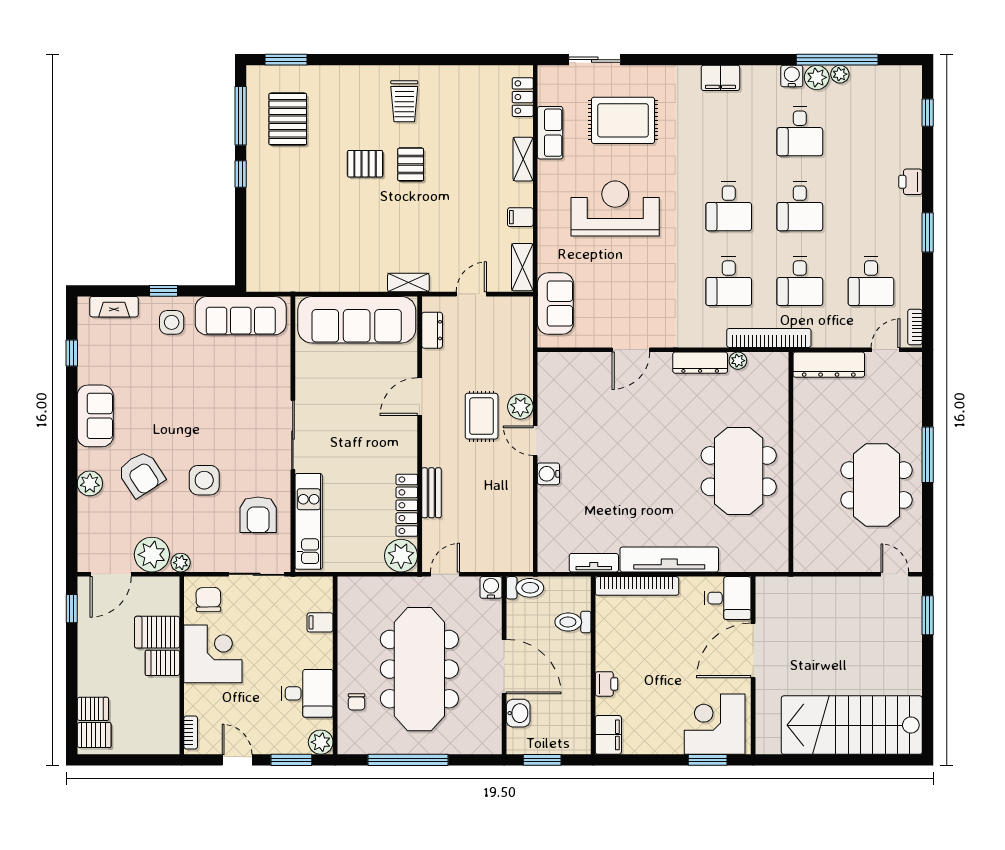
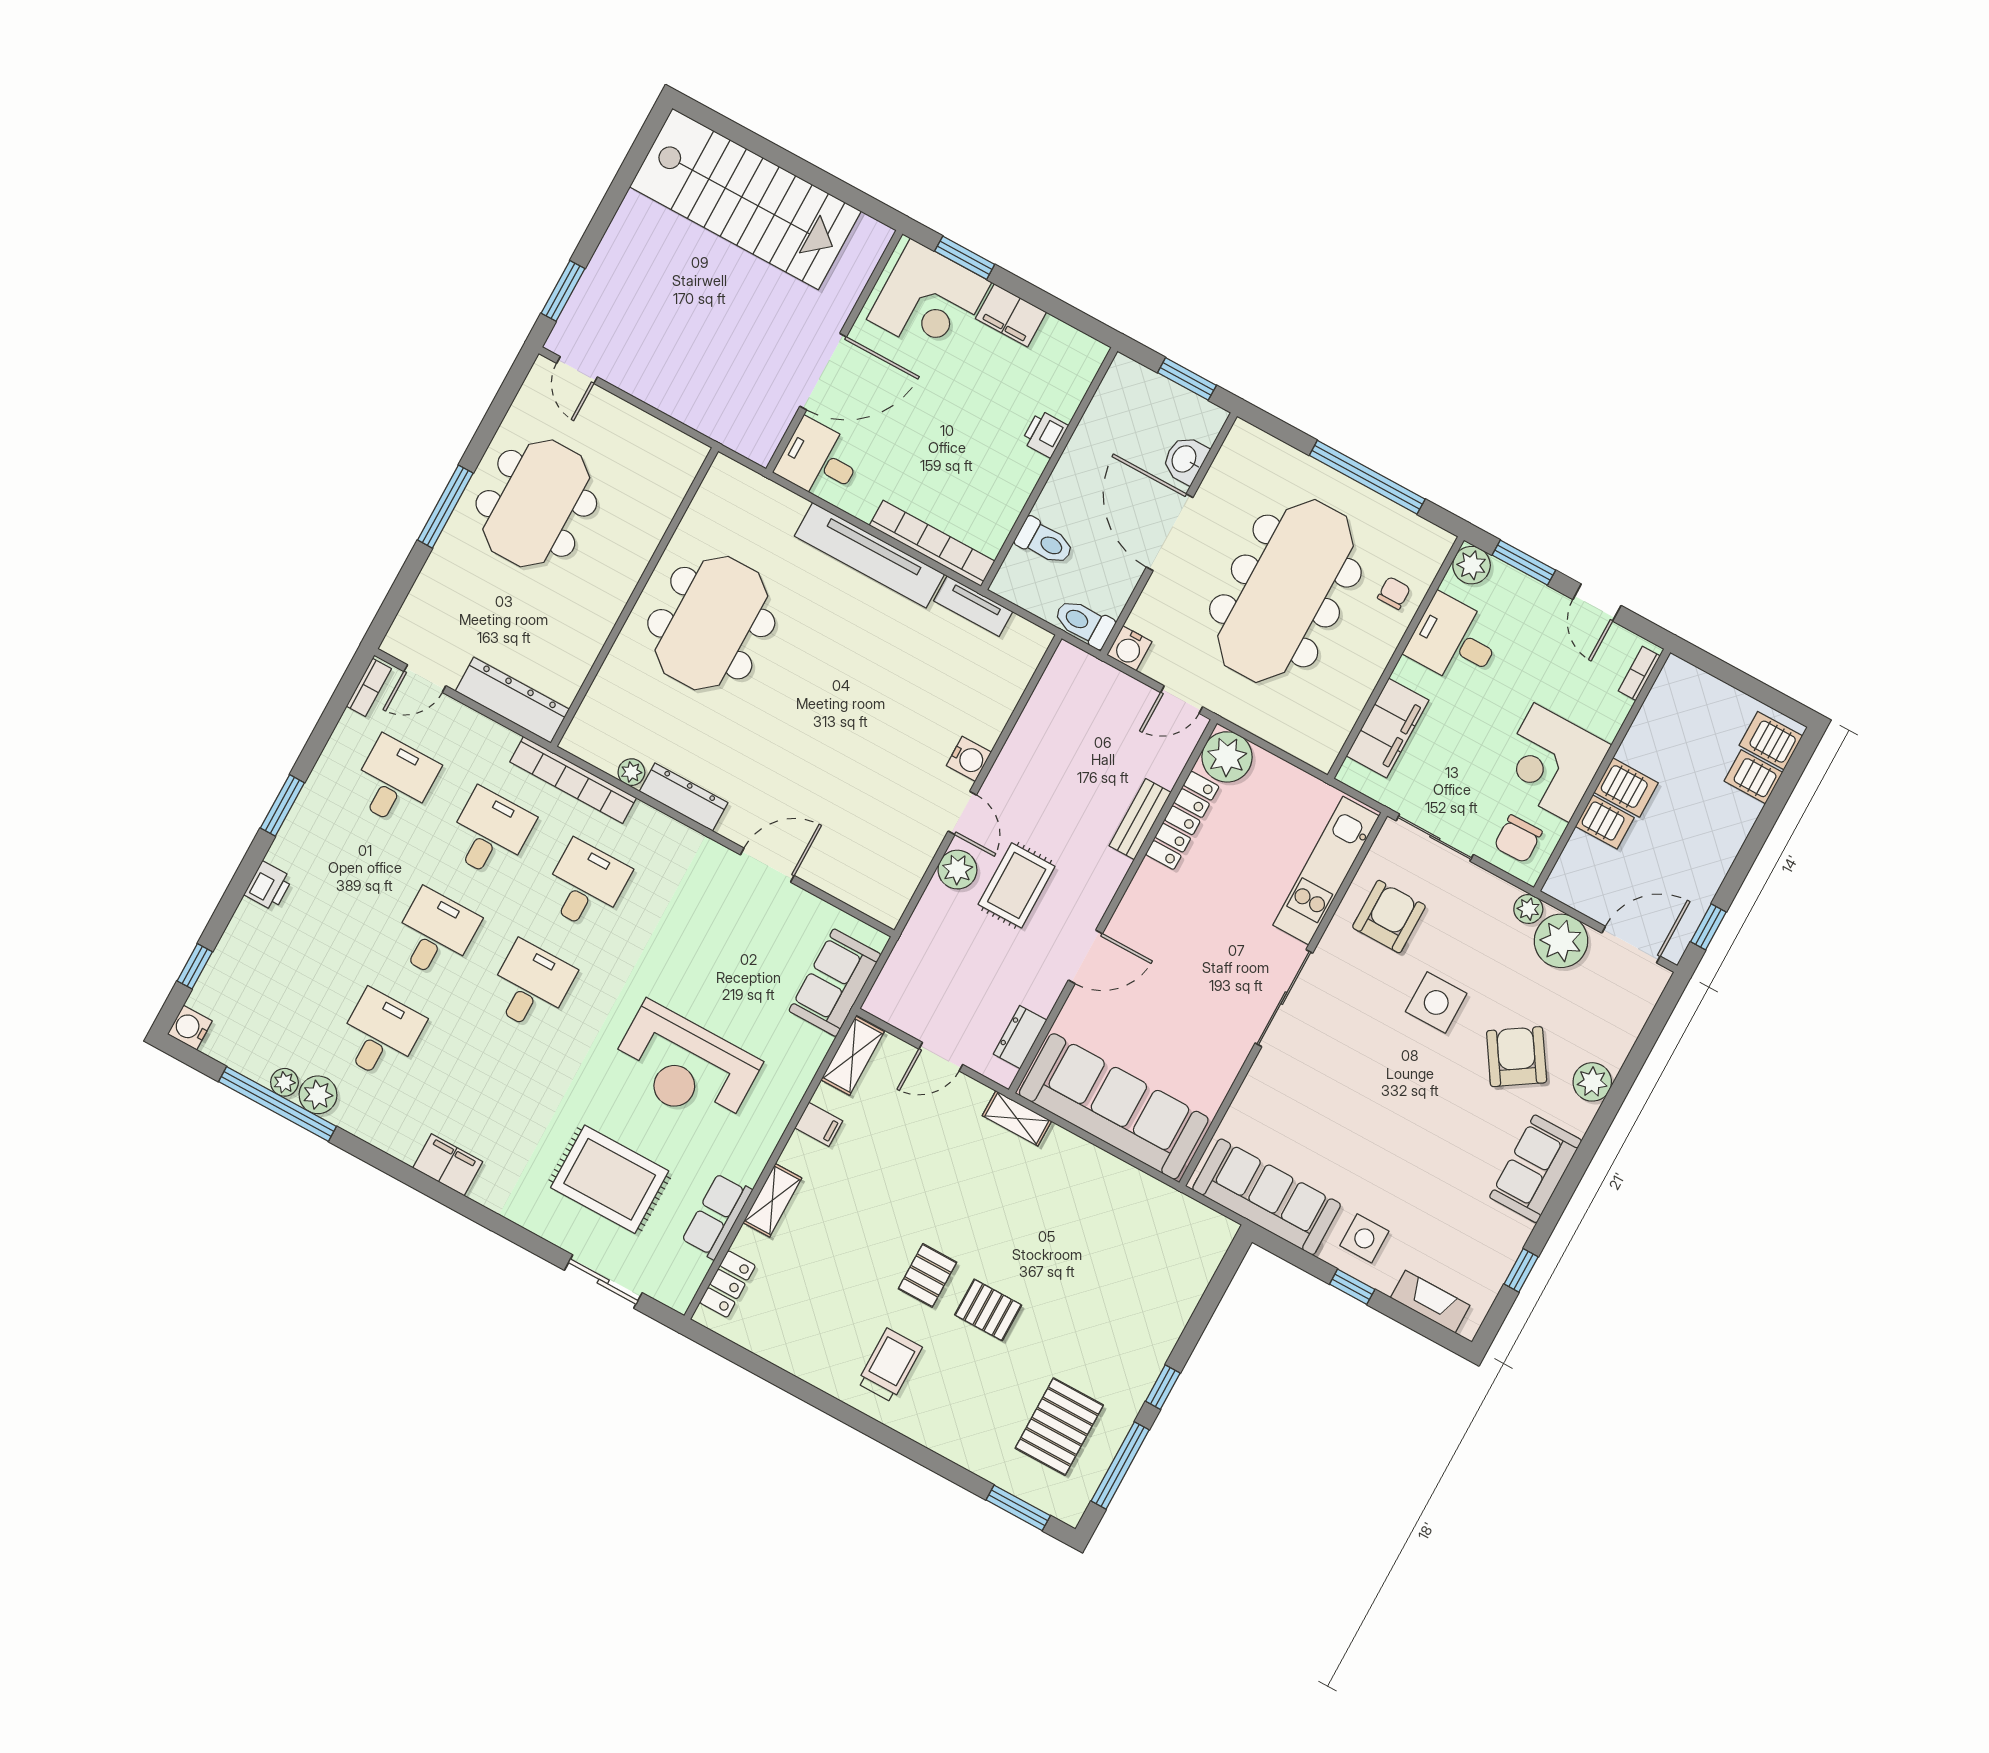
water cooler: (792, 76) -> (190, 1028), moved, turned 90
filing cabinet: (320, 622) -> (1388, 728), width x3.00, depth x1.17
server rack: (157, 632) -> (1605, 822), width x0.73, depth x0.70
filing cabinet: (608, 735) -> (1011, 315), moved, turned -90

